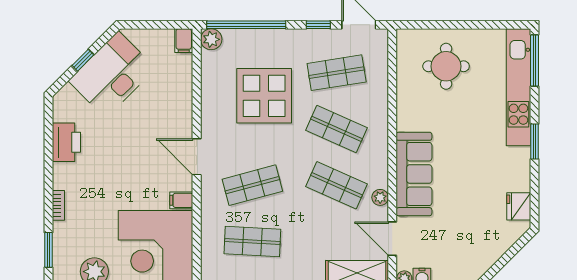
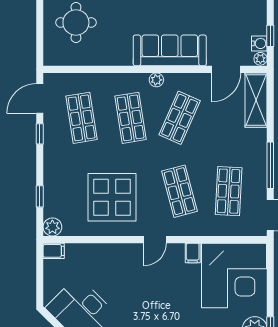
window: (246, 25) -> (40, 196), width x0.32
display table: (264, 96) -> (112, 197), moved
shop shelf: (337, 129) -> (131, 118), turned -33
door: (197, 157) -> (155, 240), width x0.73
plant: (380, 197) -> (156, 80), moved

